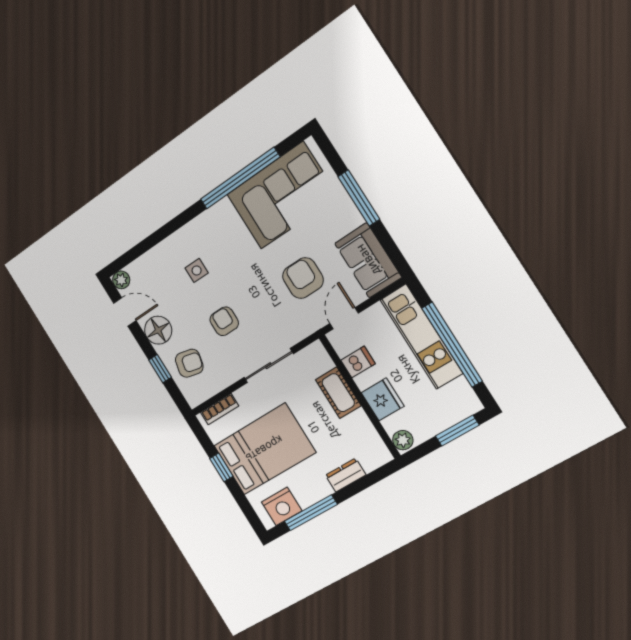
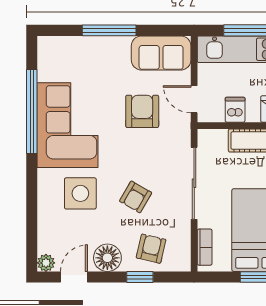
corner sofa: (282, 195) -> (68, 125), moved
side table: (197, 271) -> (80, 193), width x1.87, depth x1.87
armchair: (303, 278) -> (142, 111), turned 90
armchair: (224, 321) -> (136, 197), turned -60
sliding door: (268, 366) -> (194, 183), width x1.37

